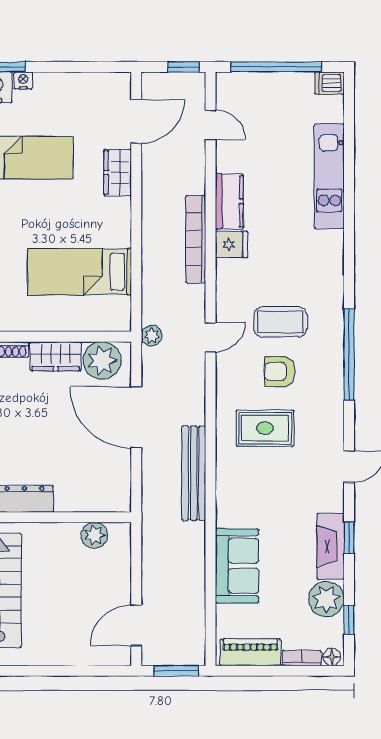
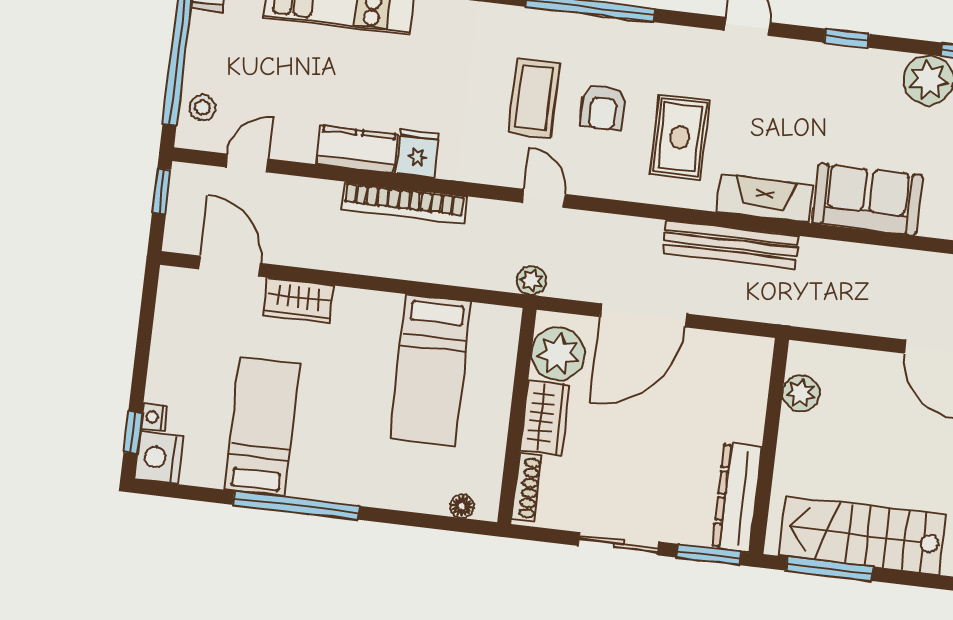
stool: (246, 89) -> (202, 108), added
fireplace: (330, 546) -> (765, 198), moved, turned 180

